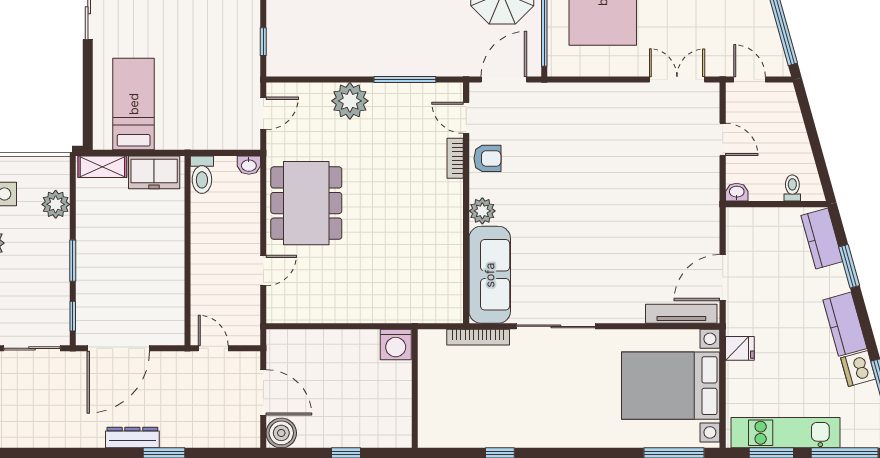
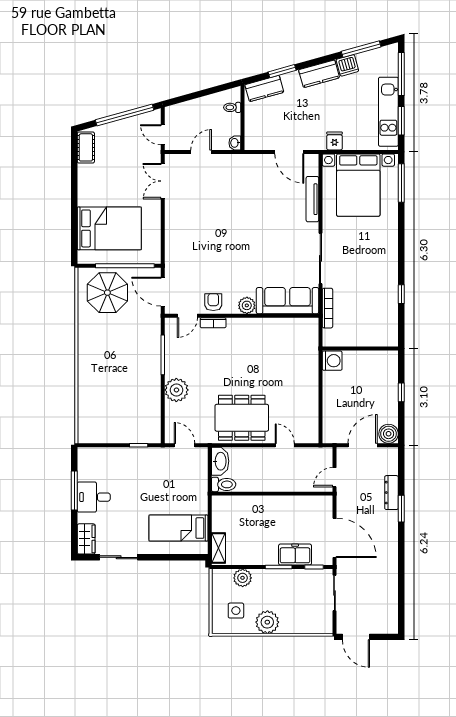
door: (750, 80) -> (163, 135), hinge flipped
washbasin: (249, 165) -> (220, 461), width x1.91, depth x1.45
freezer: (154, 172) -> (295, 555), moved, turned -90
tv unit: (681, 314) -> (312, 199), moved
dresser: (132, 438) -> (391, 493), moved

